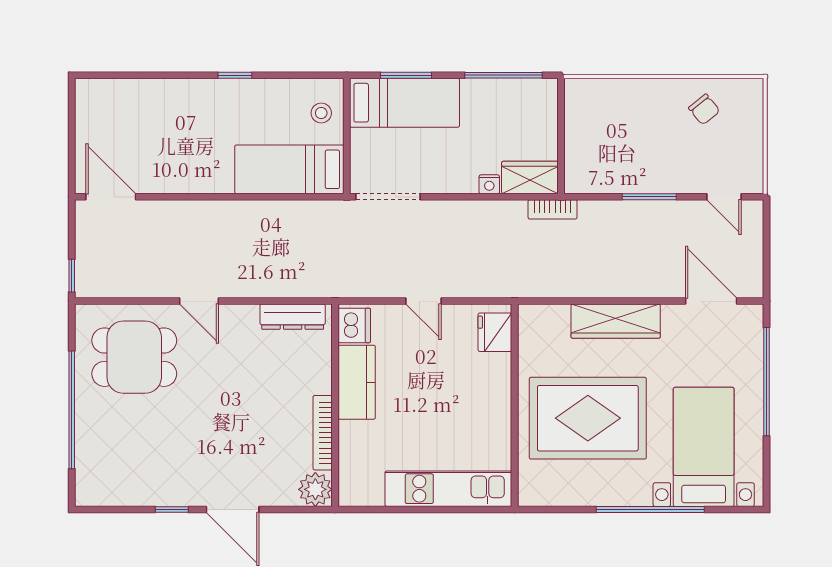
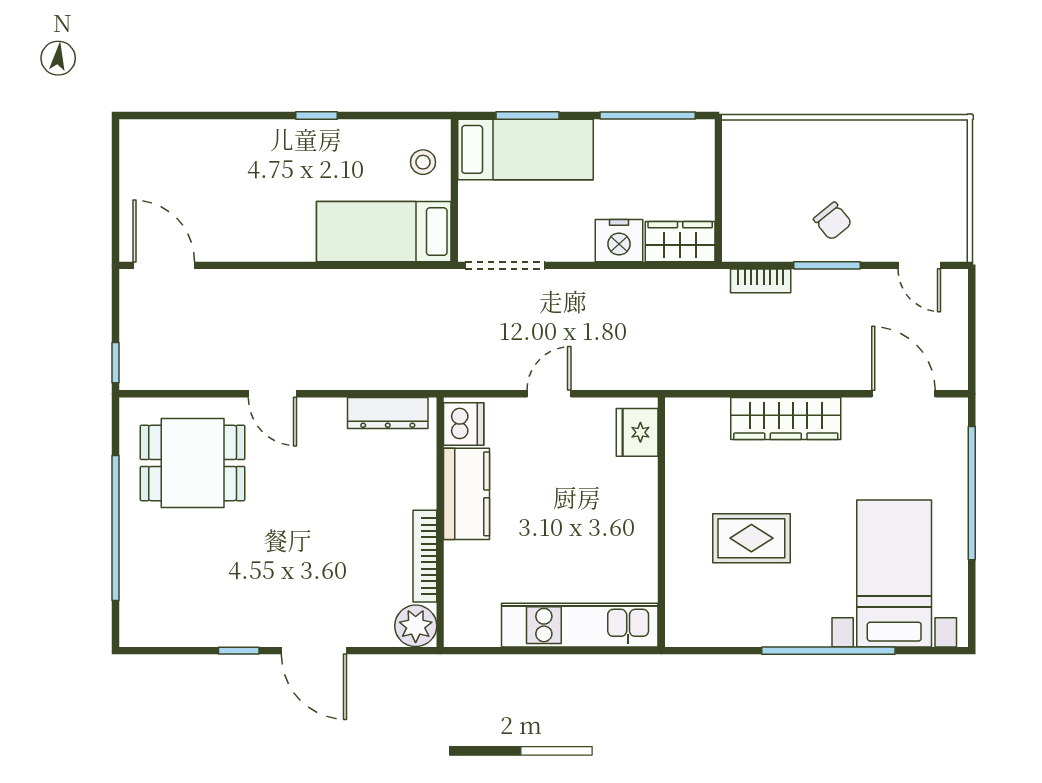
chair: (704, 109) -> (833, 221), moved
nightstand: (489, 184) -> (619, 241), width x1.89, depth x1.79
bookcase: (553, 209) -> (761, 281), moved
door: (423, 301) -> (549, 394), swing flipped
rug: (588, 418) -> (751, 538), width x0.54, depth x0.49

